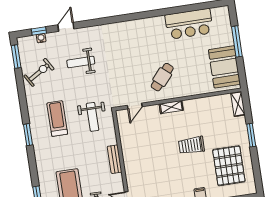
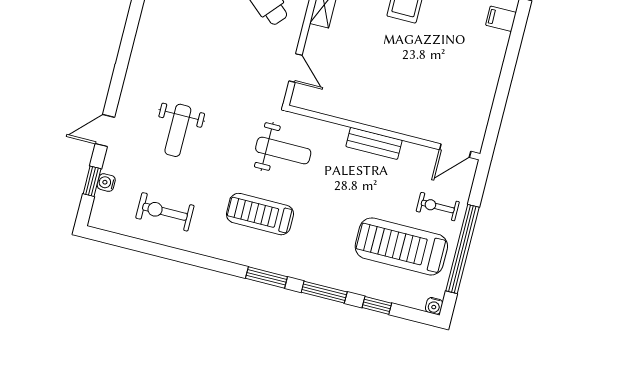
door: (66, 27) -> (105, 131), hinge flipped
window: (16, 57) -> (324, 292), moved
exercise bike: (39, 72) -> (165, 212), turned -59

